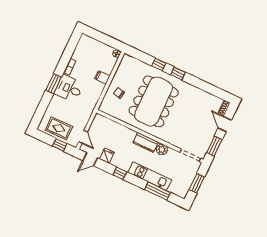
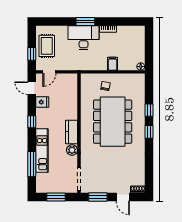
desk: (69, 88) -> (84, 38), width x1.37
dining table: (154, 101) -> (113, 122), turned 90
door: (225, 124) -> (123, 197), swing flipped

